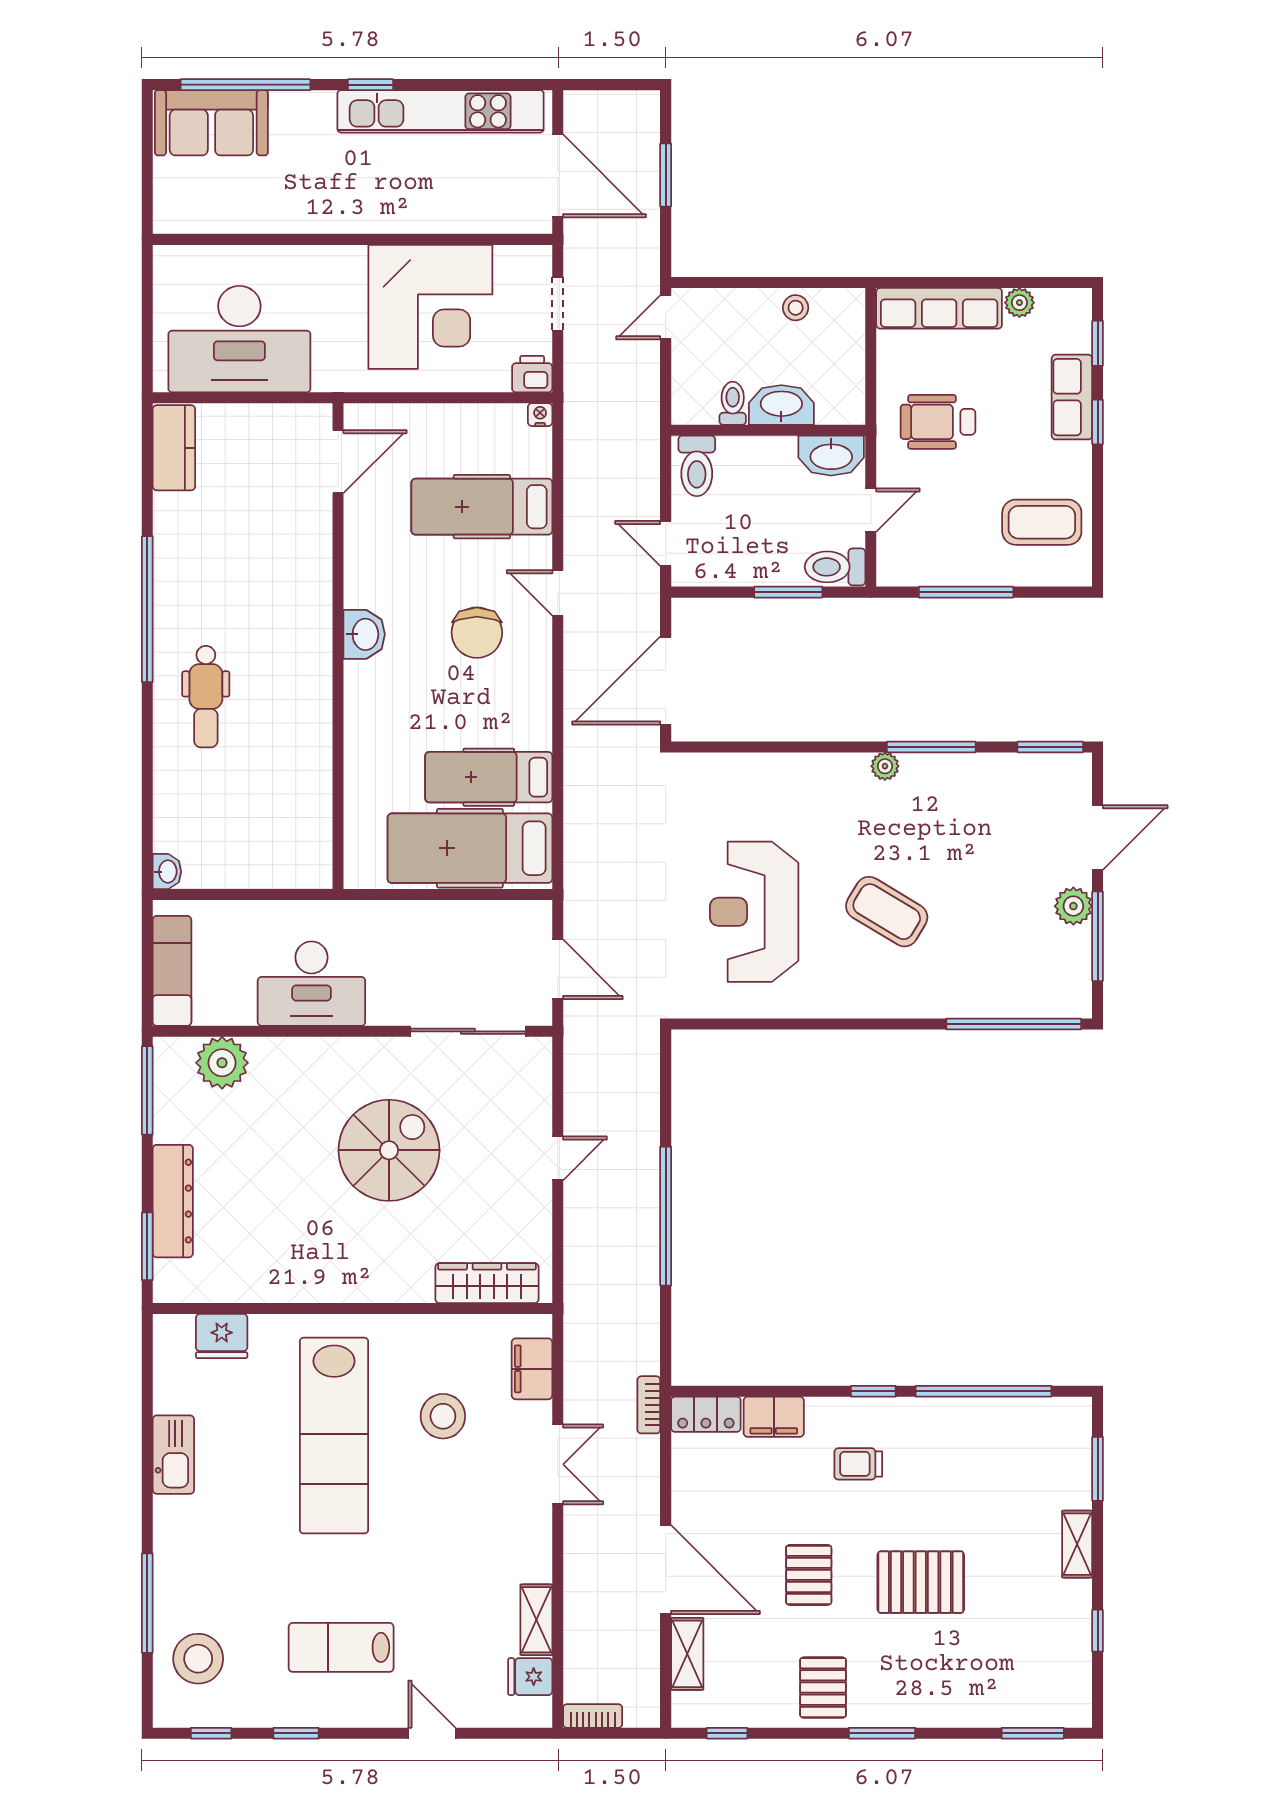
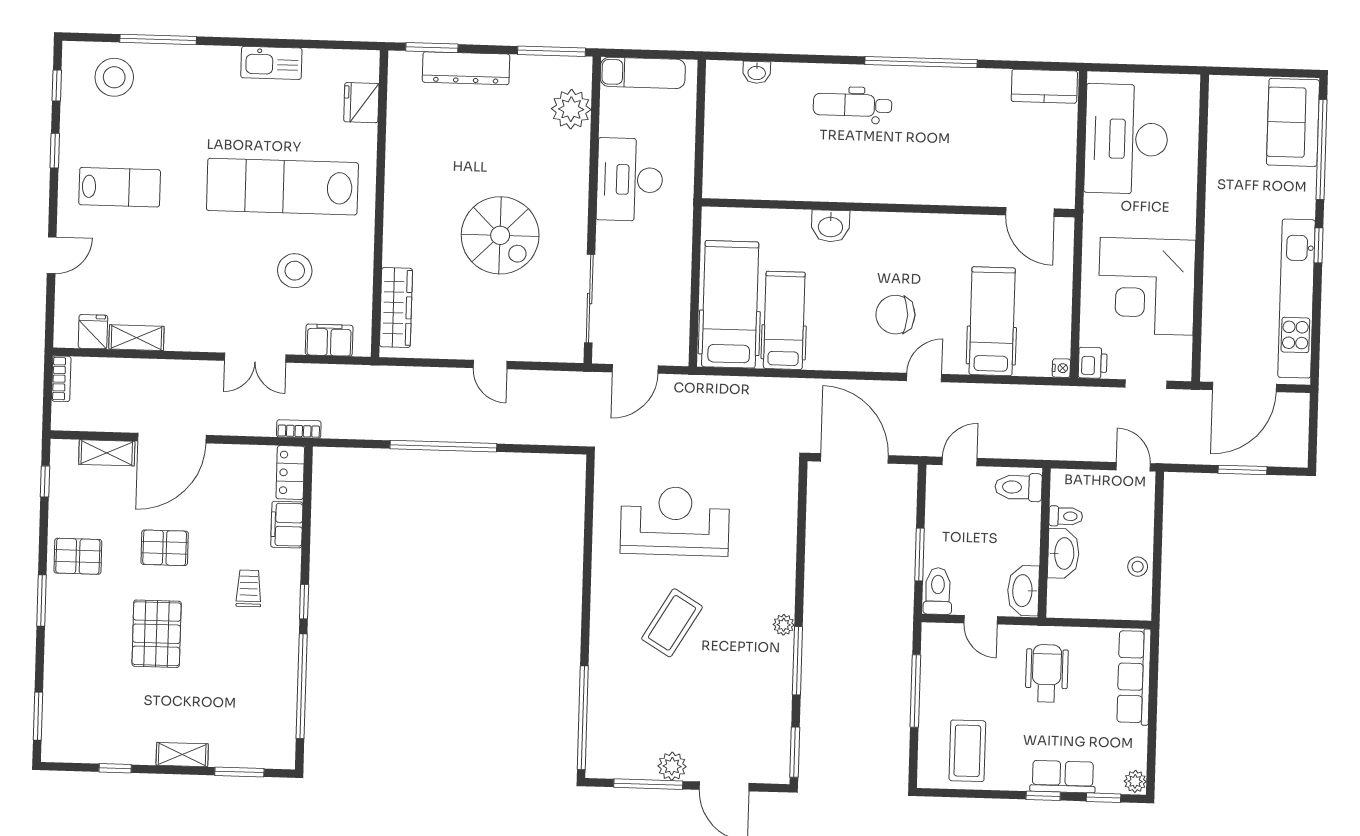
plant: (1019, 303) -> (1135, 781), moved
washbasin: (364, 634) -> (830, 226), moved
washbasin: (167, 872) -> (757, 72), moved
lab bench: (341, 1647) -> (120, 187), turned 90

